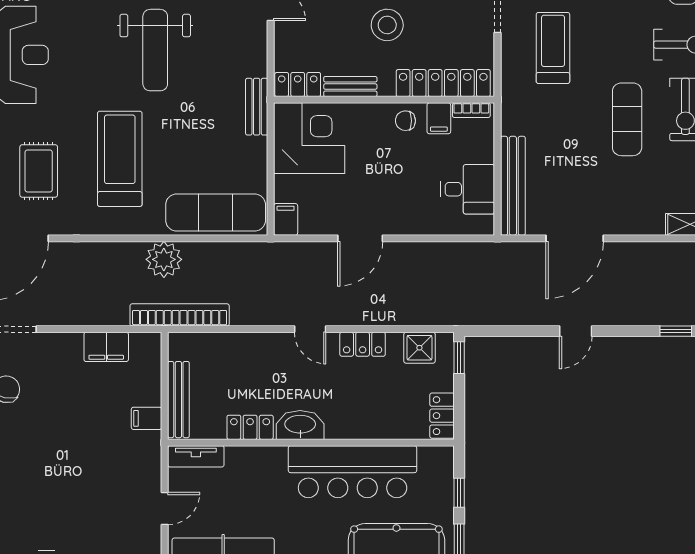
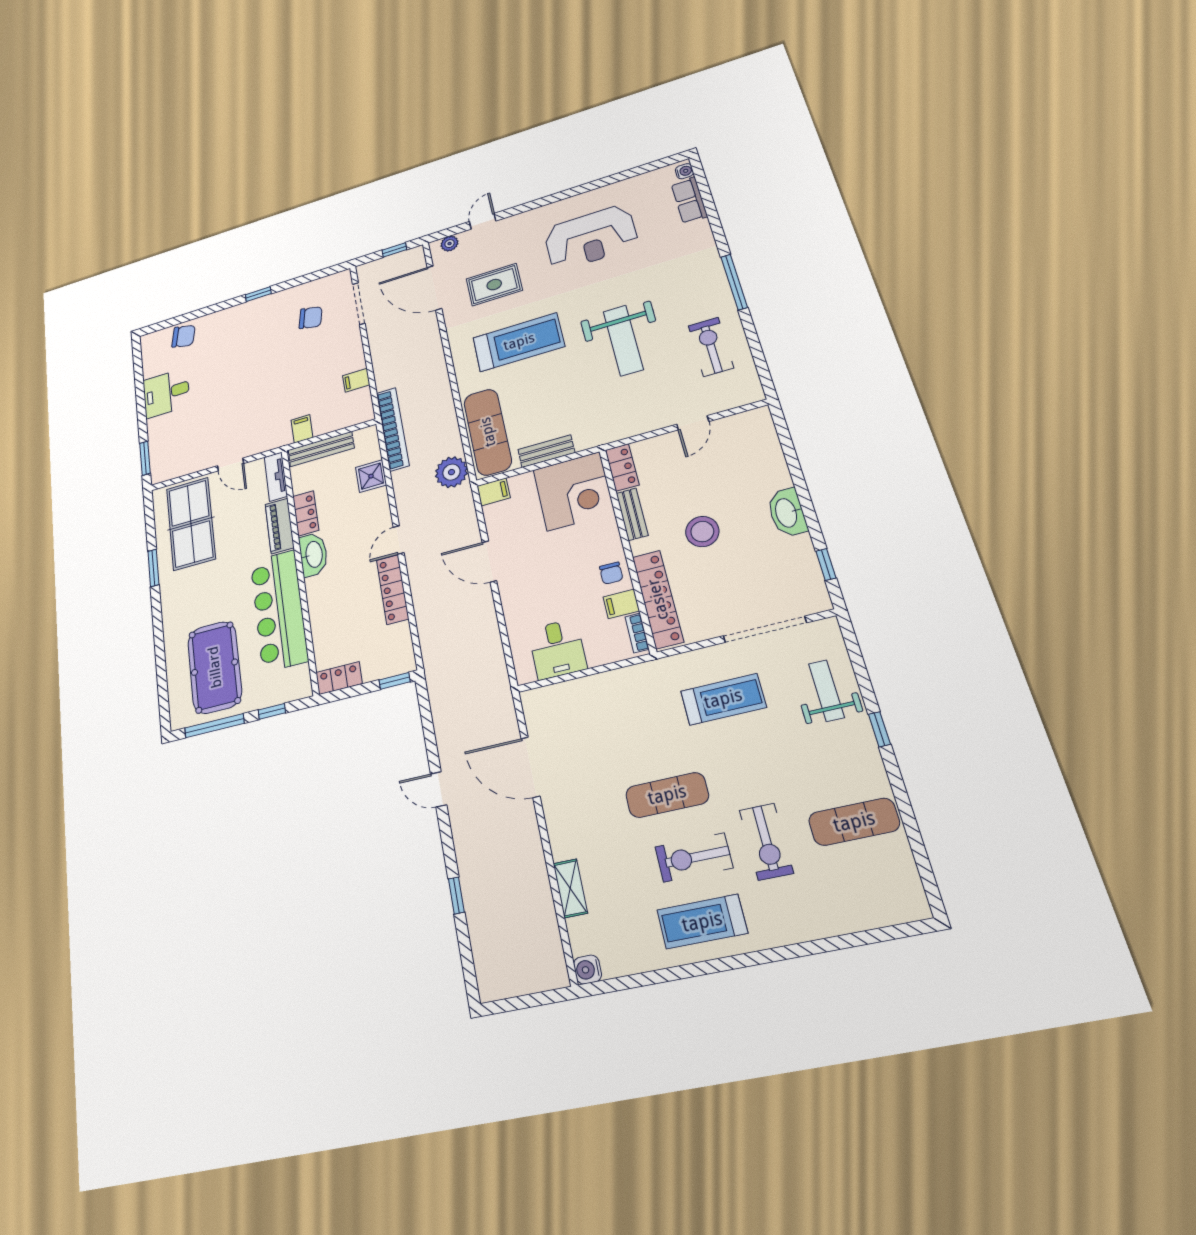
weight bench: (155, 50) -> (623, 340), turned -90
bench: (257, 107) -> (546, 451), moved
chair: (405, 121) -> (611, 573), turned 180
bench: (513, 186) -> (570, 692), removed
plant: (164, 259) -> (451, 472), moved
locker: (363, 344) -> (393, 589), width x1.53
filing cabinet: (106, 347) -> (356, 380), width x0.50
shower: (419, 348) -> (371, 476), moved
piano: (256, 459) -> (280, 526), added

